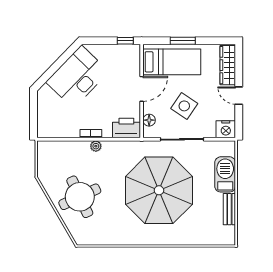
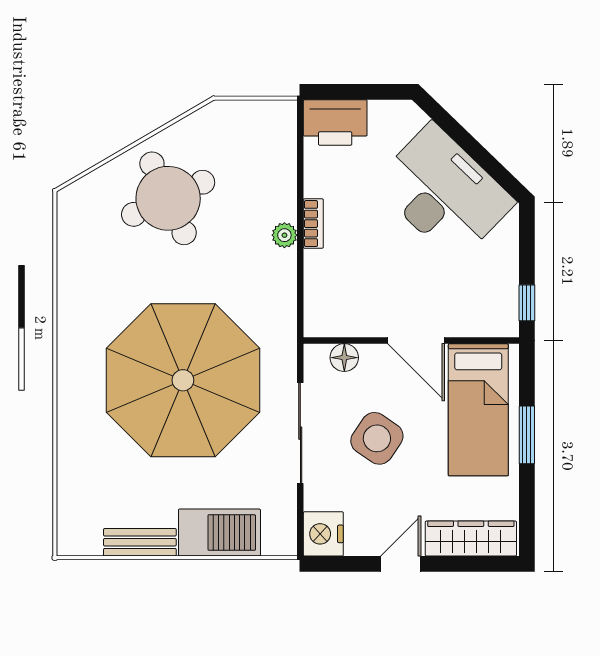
printer: (126, 128) -> (335, 123), moved, turned 90

